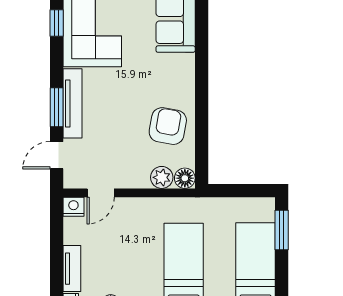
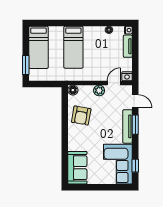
door: (57, 155) -> (135, 101), hinge flipped
plant: (162, 177) -> (99, 90), moved

